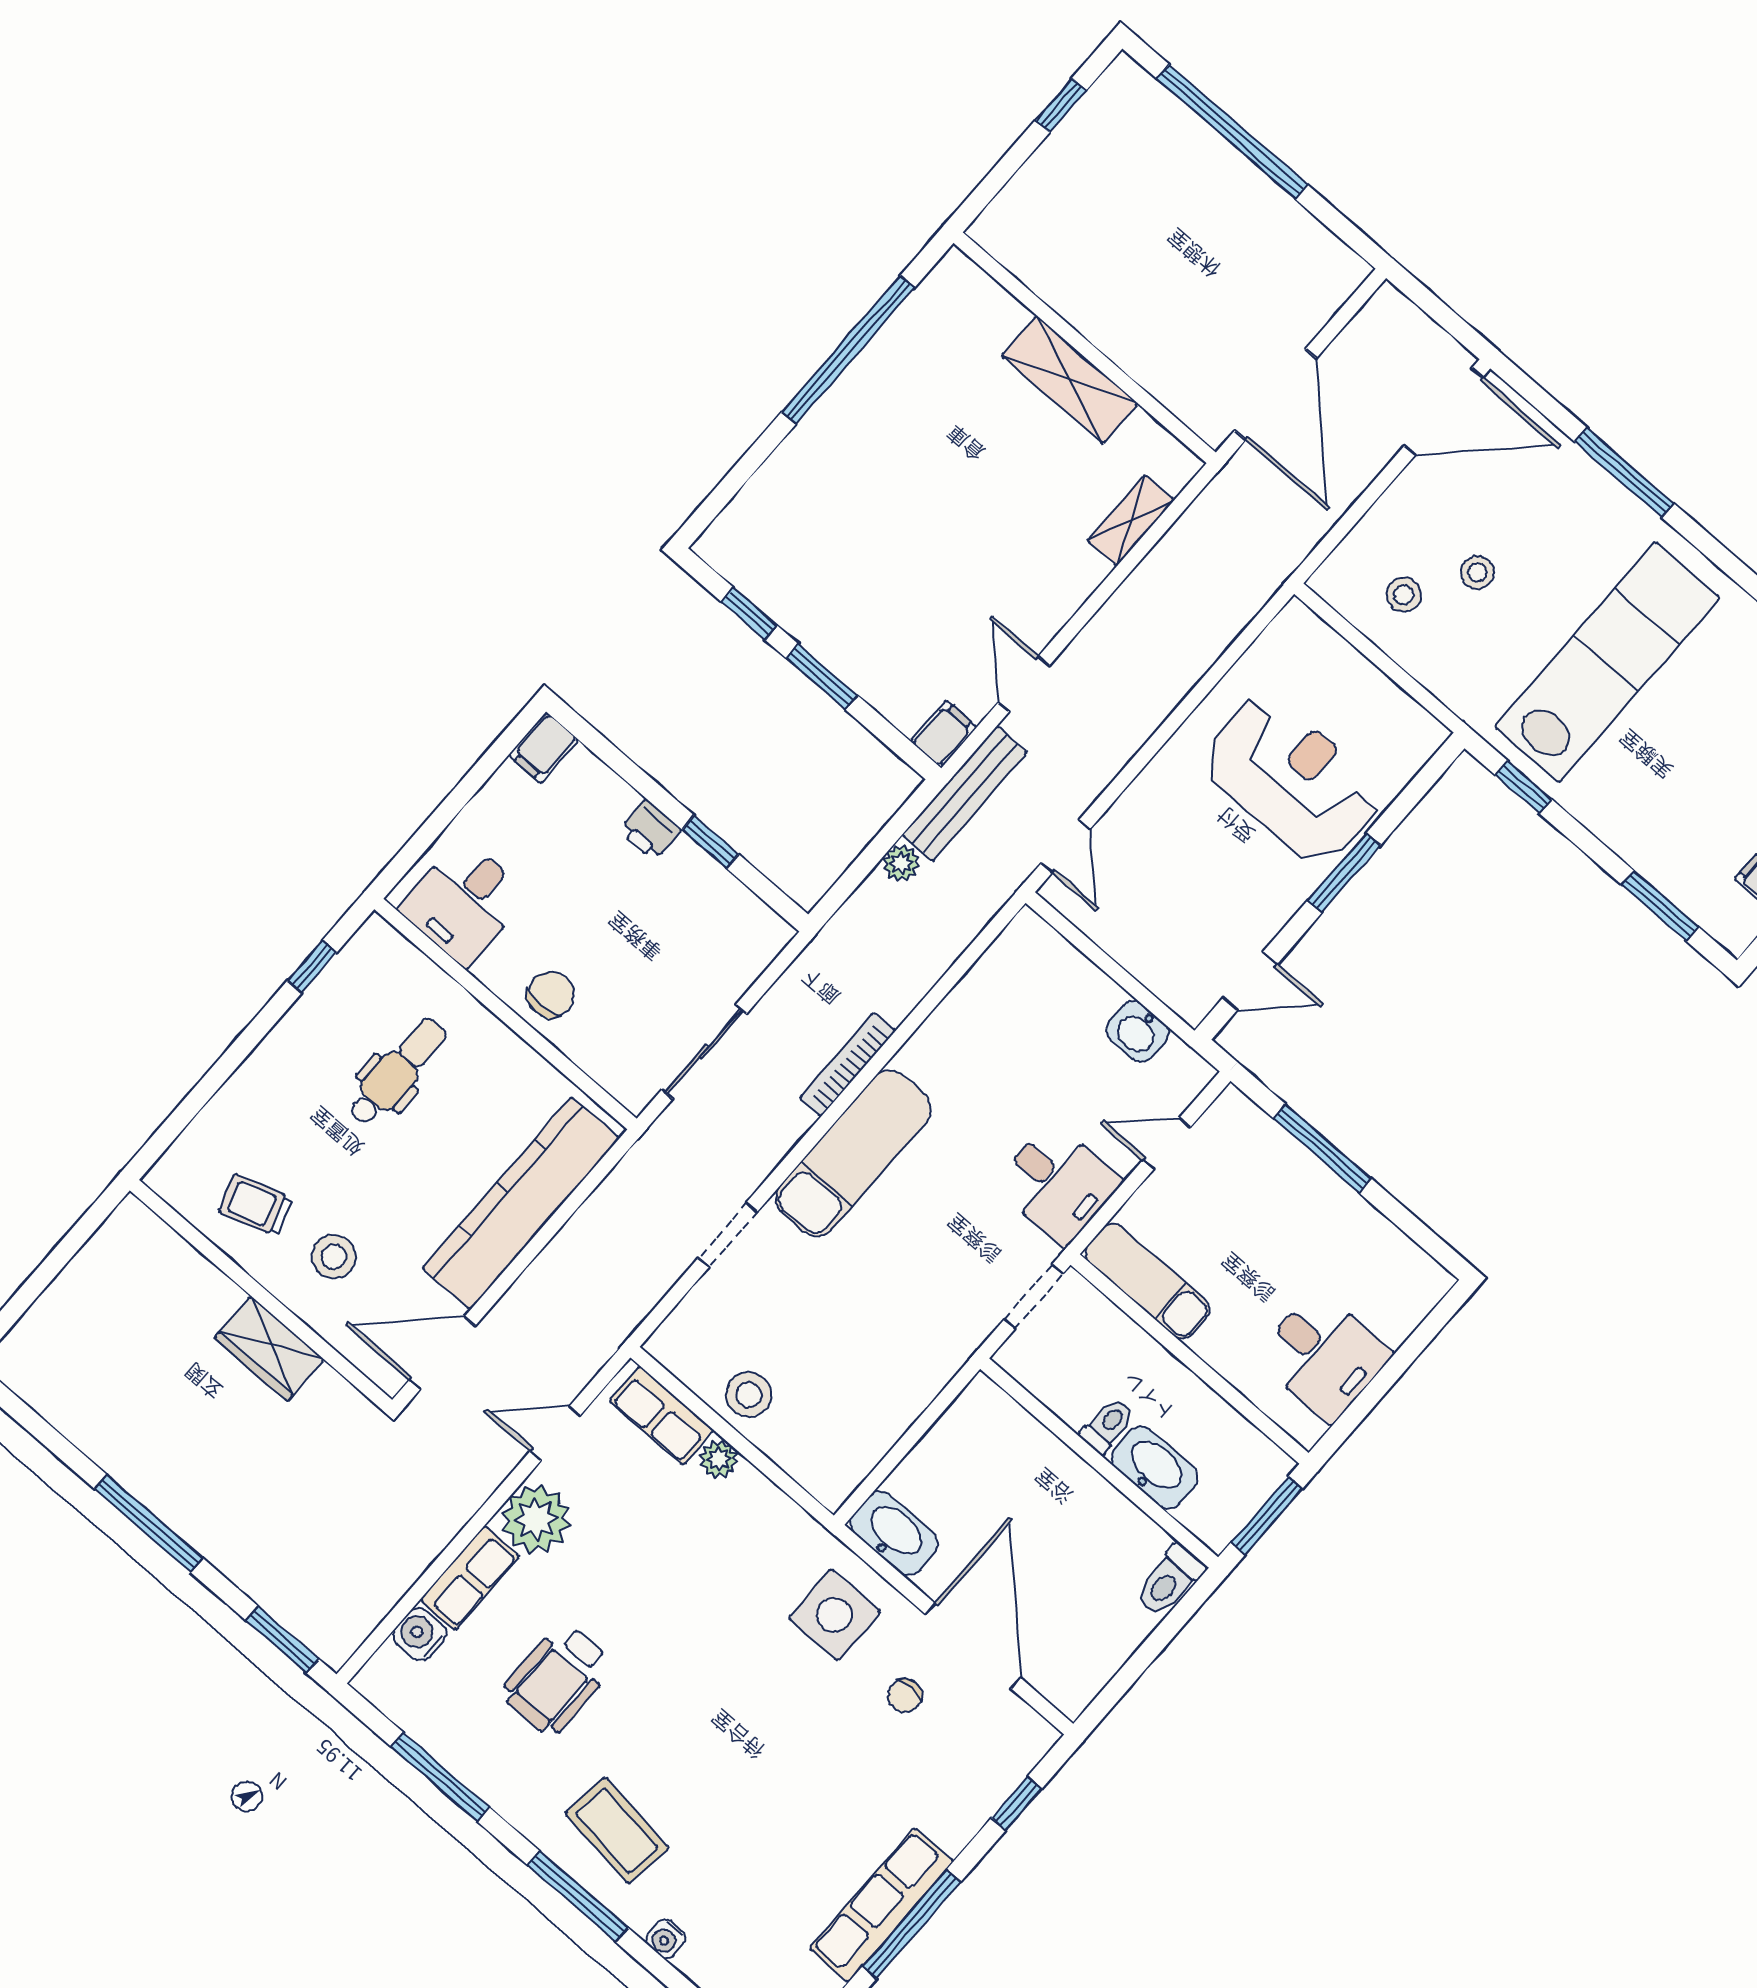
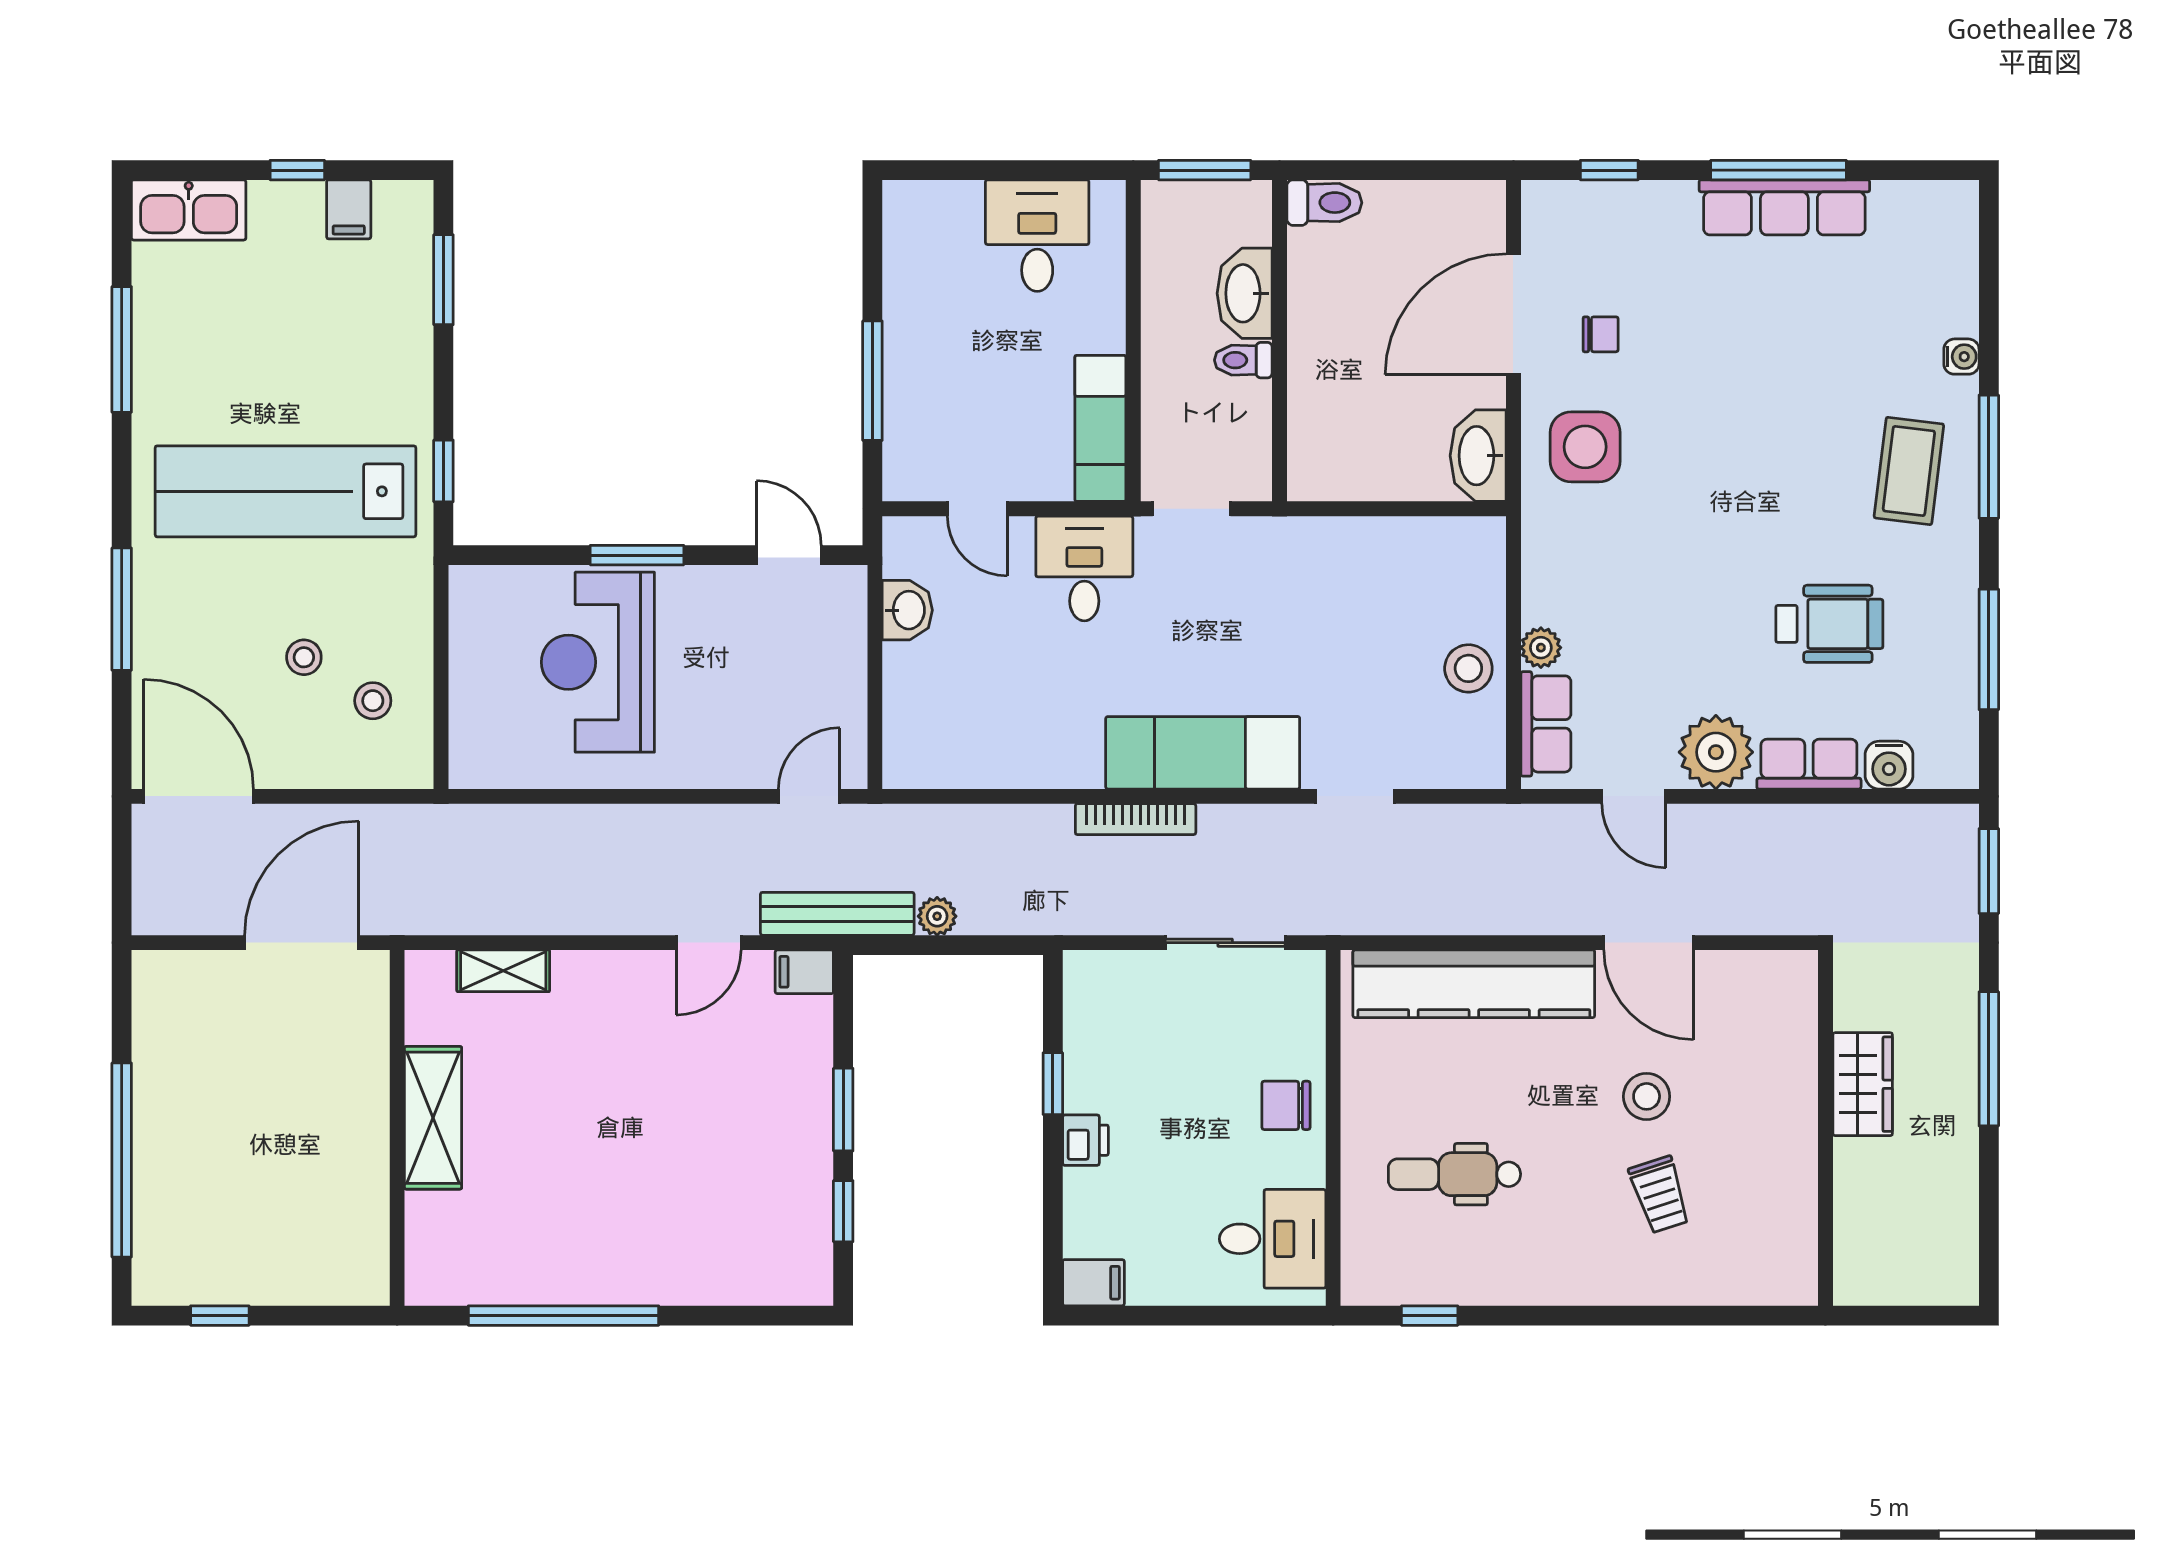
wall: (261, 1295) -> (1825, 1128), moved
wardrobe: (269, 1349) -> (1863, 1084), moved

